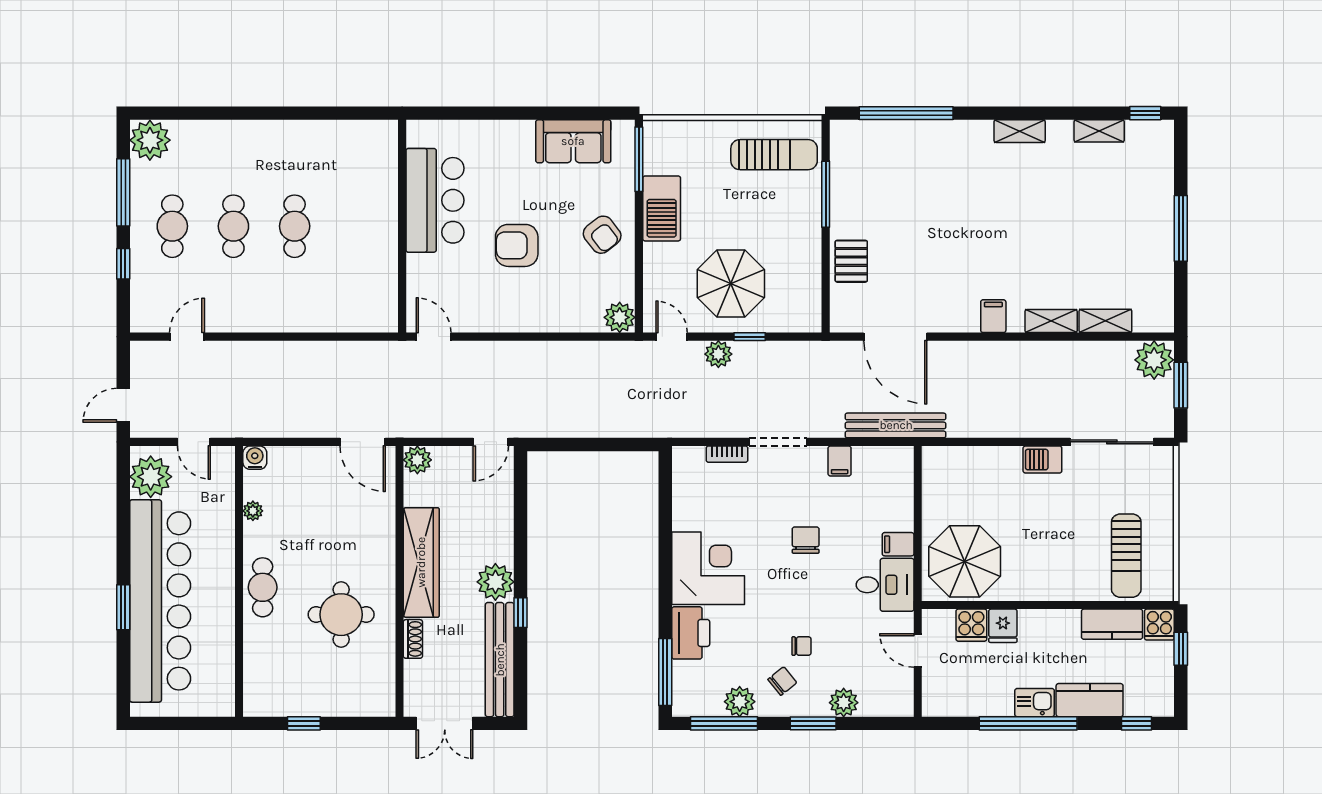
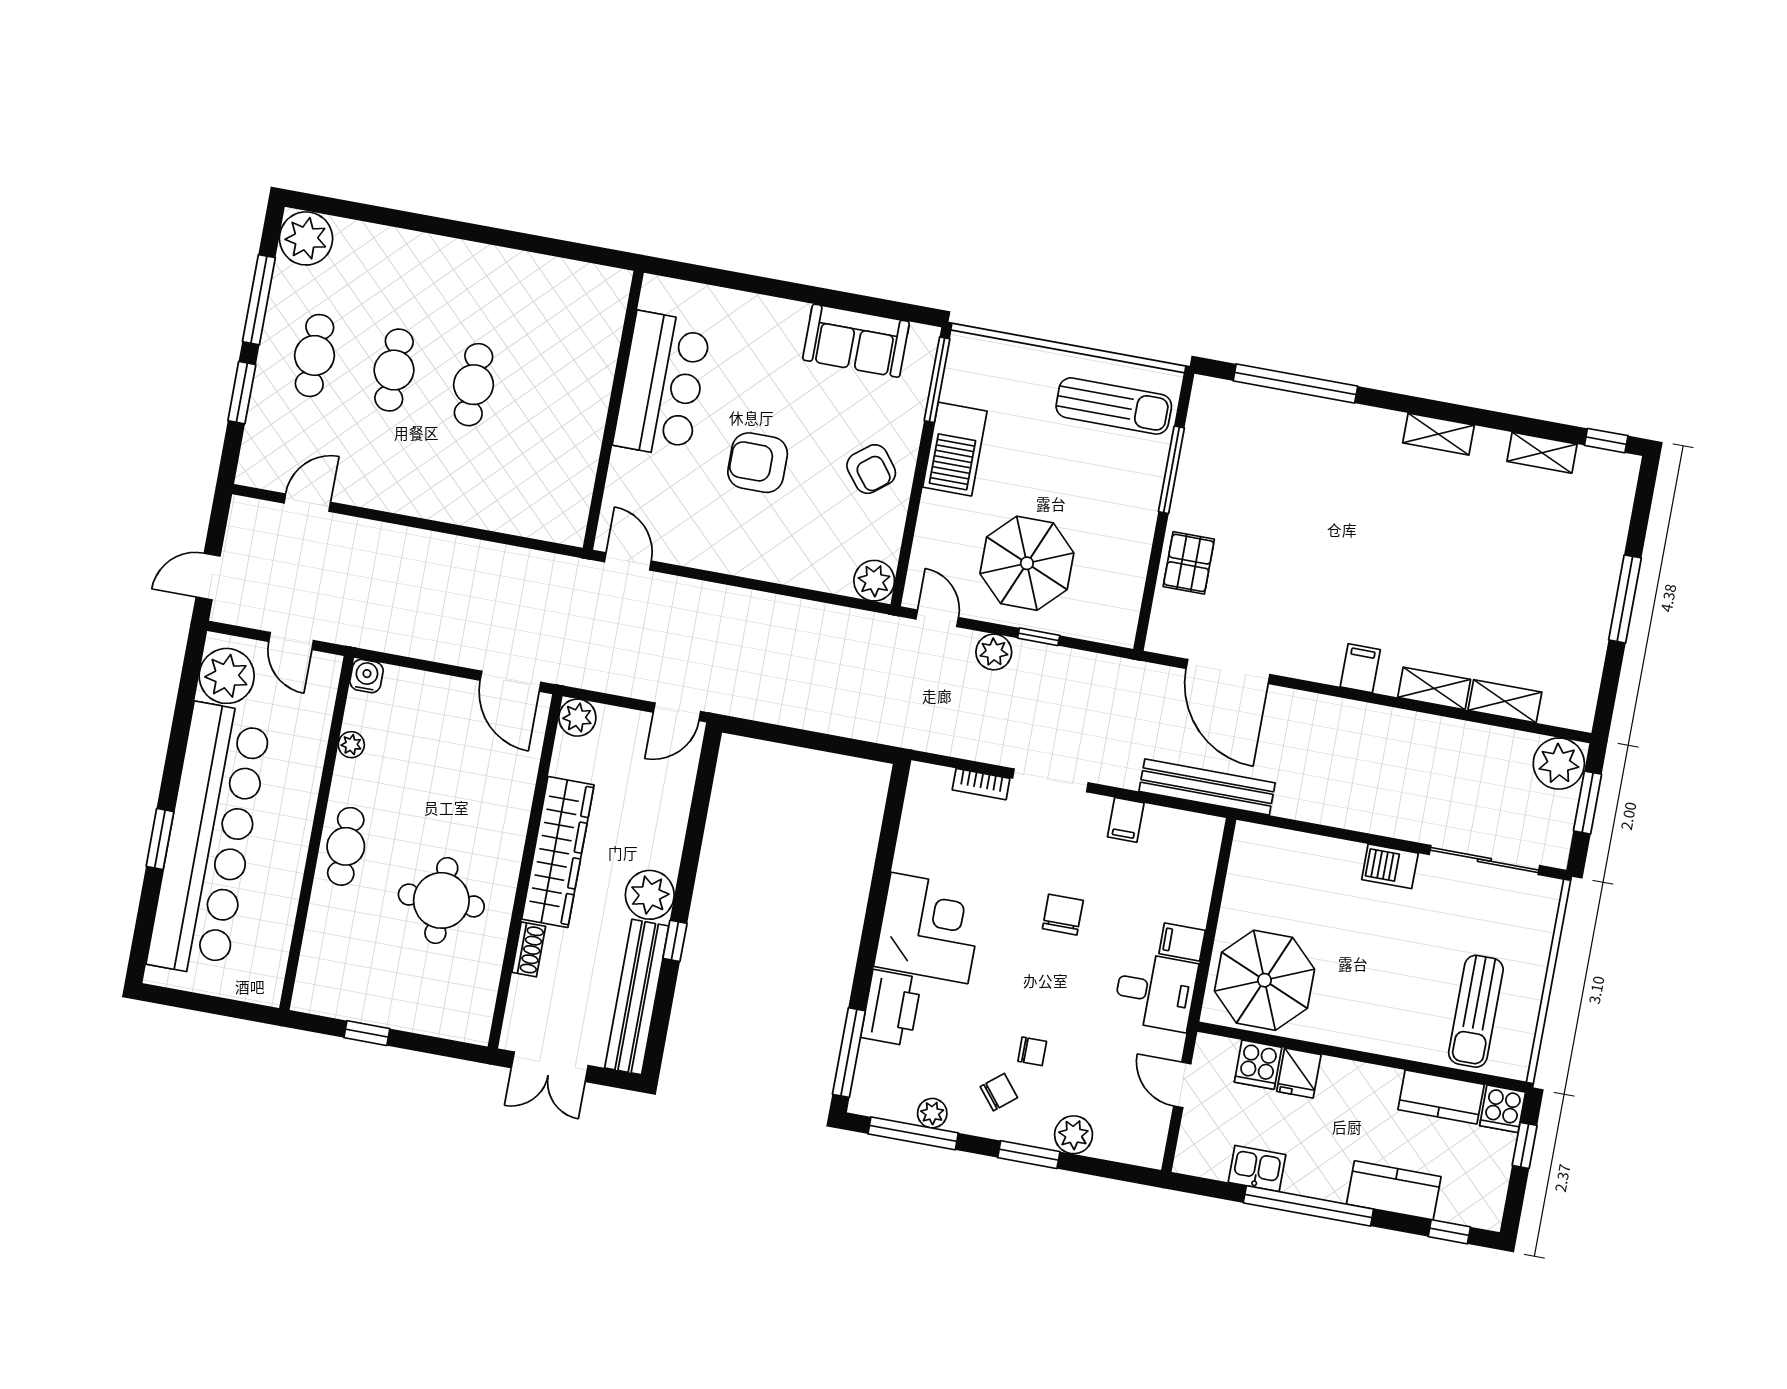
window: (123, 264) -> (242, 393), width x1.50
plant: (740, 702) -> (932, 1113), width x0.73, depth x0.73
kitchen sink: (1035, 703) -> (1257, 1169), moved

